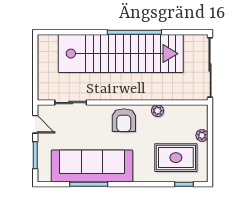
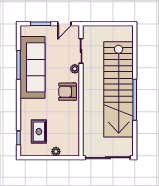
plant: (157, 111) -> (75, 69), moved
rug: (176, 158) -> (39, 132), width x0.73, depth x0.70

